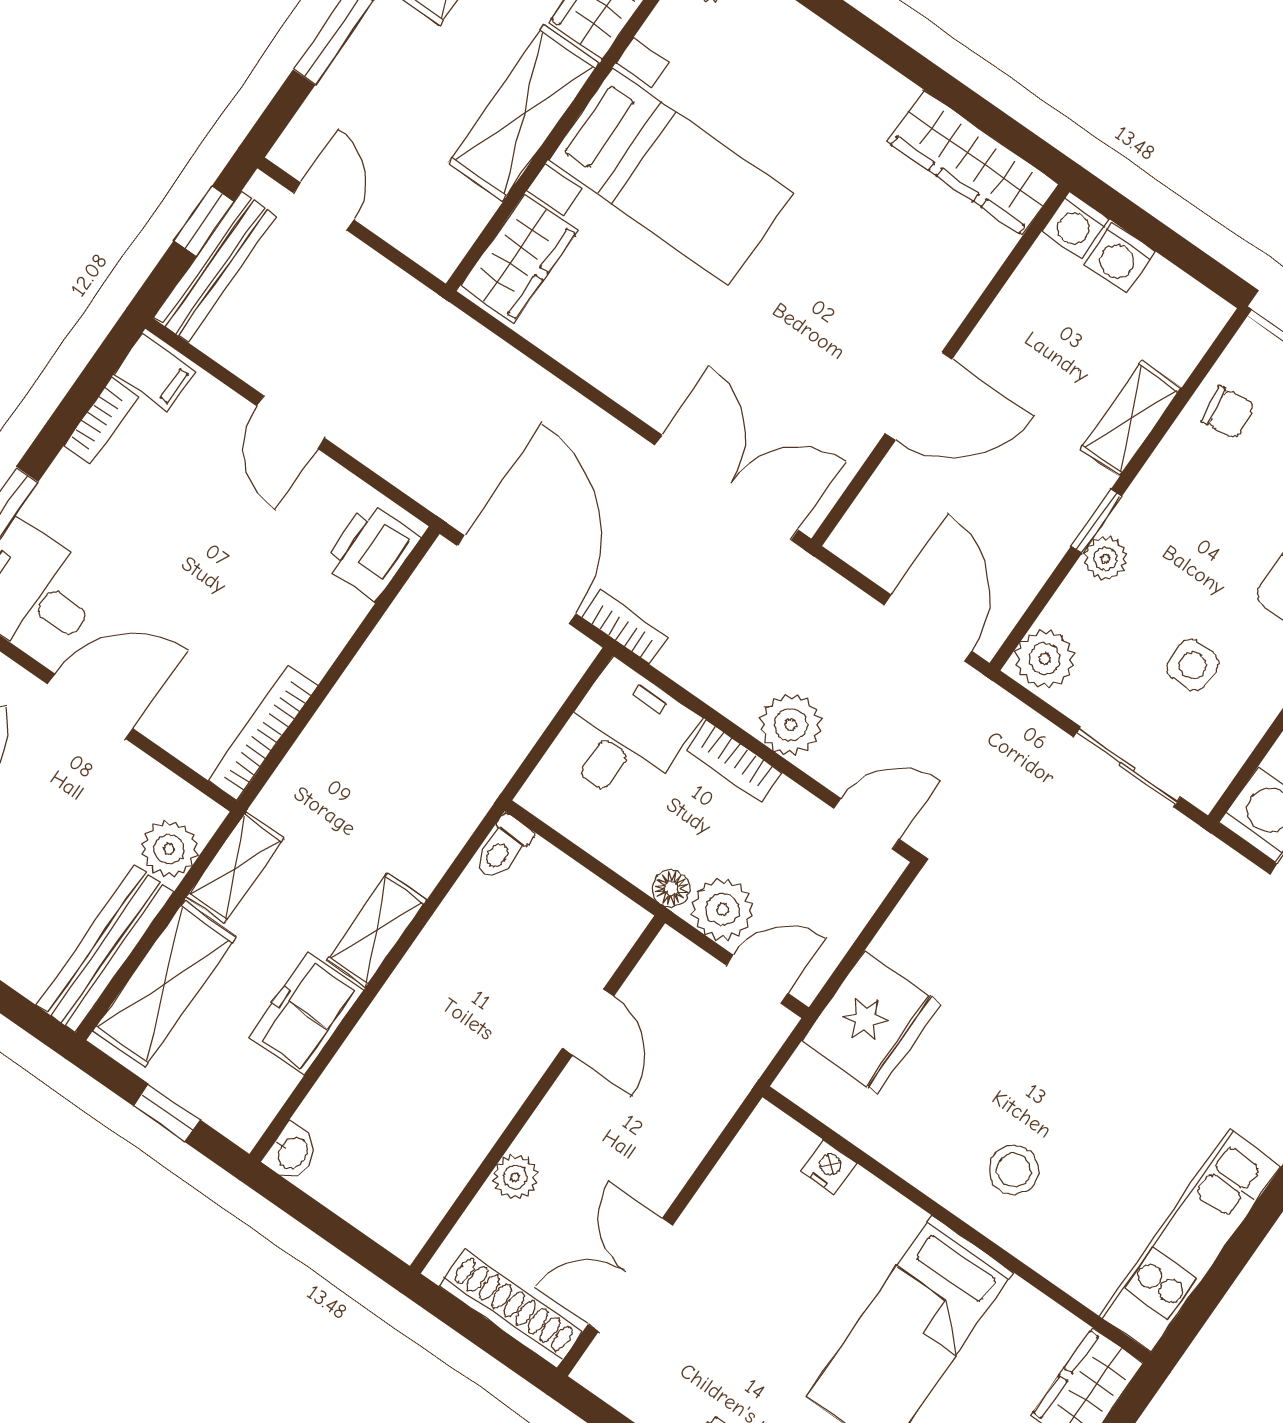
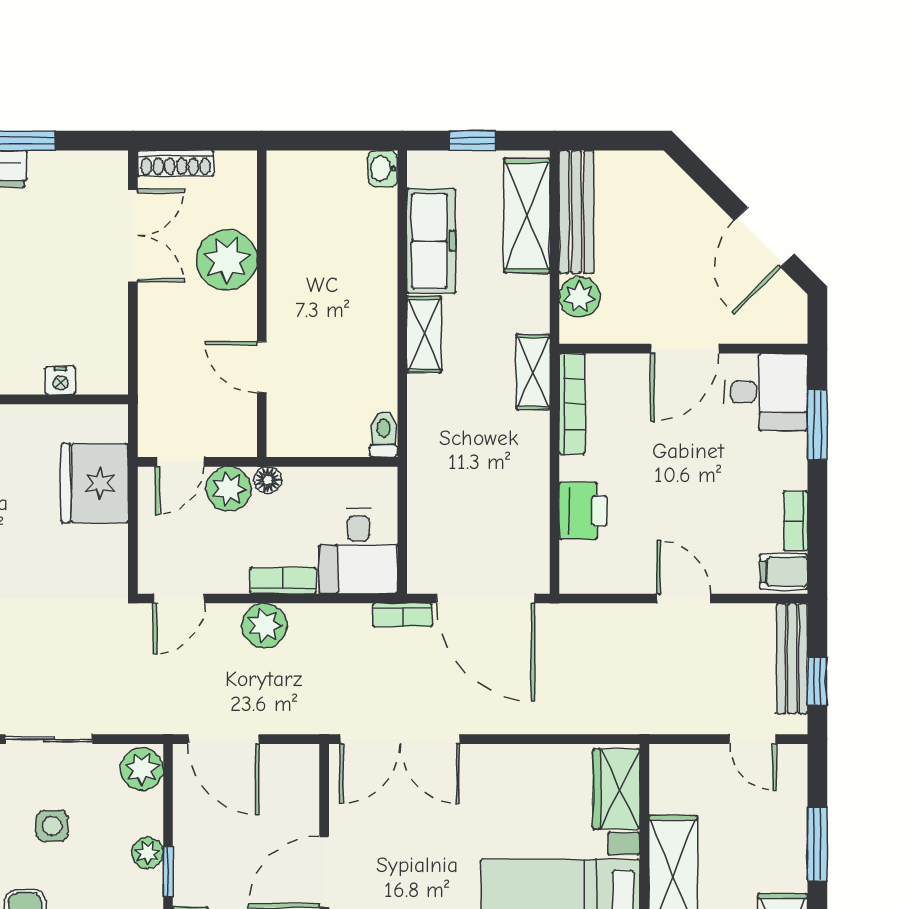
printer: (371, 552) -> (583, 511), moved
shelving: (235, 868) -> (533, 372), moved
freezer: (306, 1014) -> (431, 241), width x1.40
plant: (515, 1177) -> (227, 260), width x1.88, depth x1.88
shoe rack: (511, 1309) -> (176, 163), width x0.74, depth x0.81

